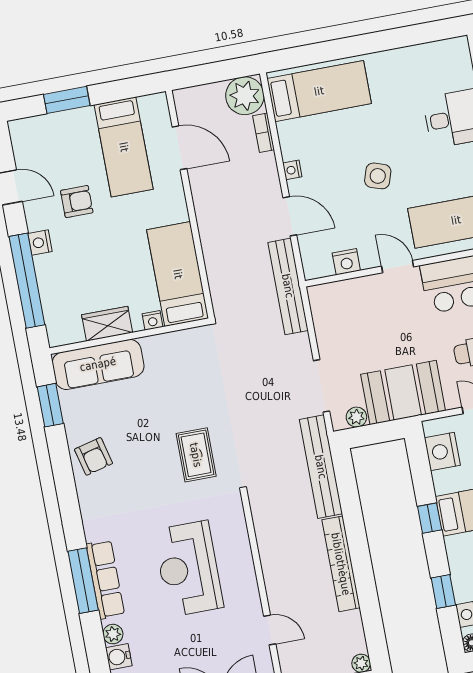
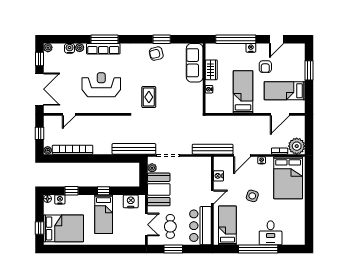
bed: (319, 91) -> (288, 178), width x1.50
bed: (178, 274) -> (243, 92), moved, turned -90
window: (50, 405) -> (162, 39), moved
rug: (196, 455) -> (149, 97), turned 90
bookcase: (341, 564) -> (73, 150), moved

